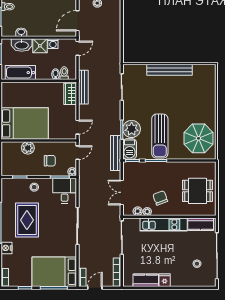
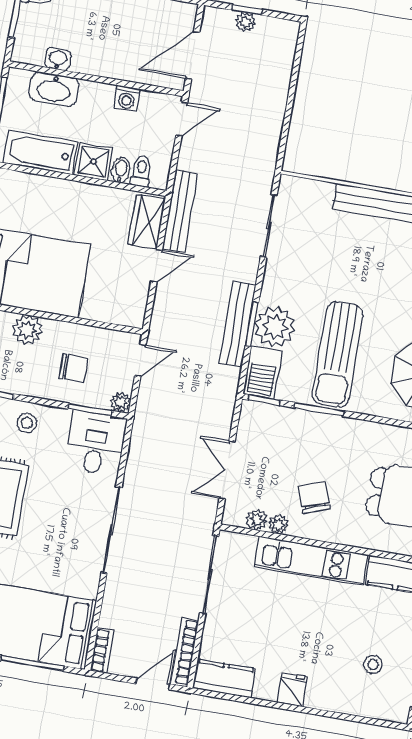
shower: (40, 46) -> (94, 161), moved
door: (77, 127) -> (157, 266), moved
bench: (116, 153) -> (238, 324), moved
kitchen counter: (146, 280) -> (224, 678), moved
door: (95, 288) -> (153, 684), moved

